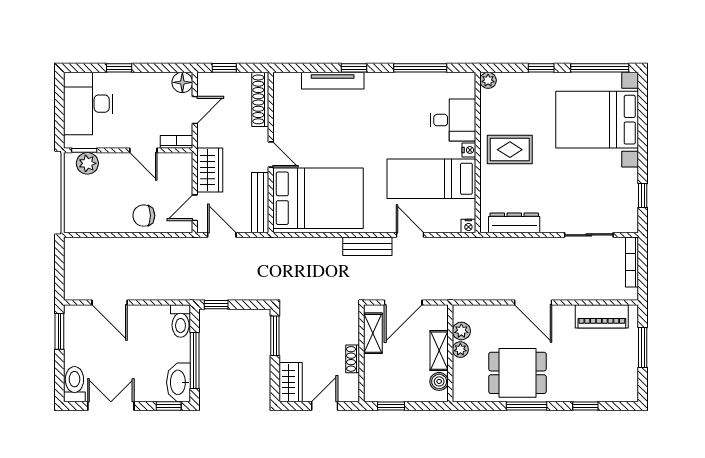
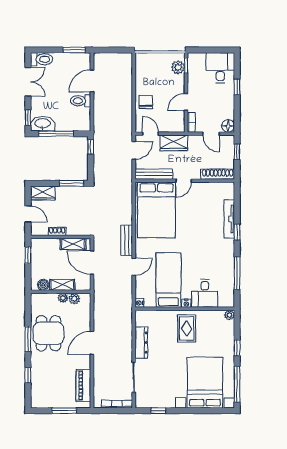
desk: (88, 104) -> (220, 68), width x0.73
dresser: (514, 223) -> (141, 343), moved
toilet: (181, 321) -> (81, 101), moved

